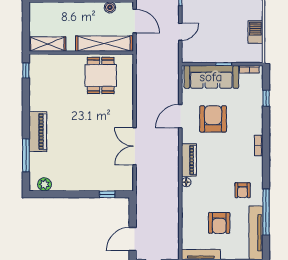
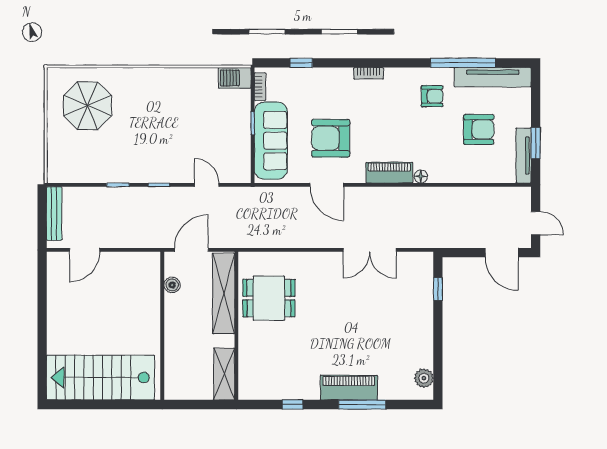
barbecue: (255, 32) -> (235, 78), moved
window: (26, 71) -> (292, 405), moved
window: (26, 155) -> (362, 405), moved

